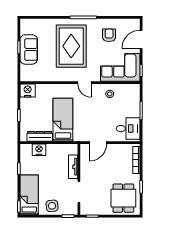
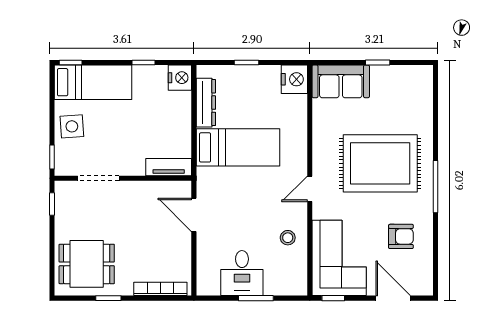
sofa: (29, 49) -> (341, 81), moved
desk: (128, 129) -> (242, 273), moved
nightstand: (39, 150) -> (180, 78), moved
tv unit: (73, 167) -> (169, 167), moved

